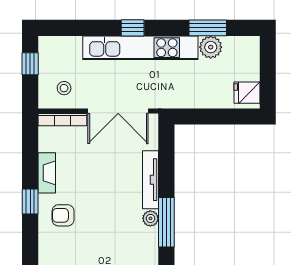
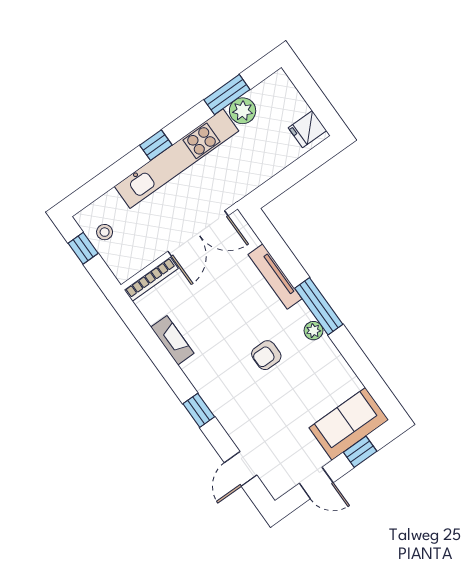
stool: (64, 88) -> (105, 232), moved
window: (30, 201) -> (199, 410), moved
armchair: (63, 215) -> (266, 355), moved
plant: (150, 218) -> (313, 331), moved

